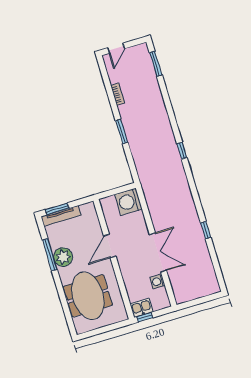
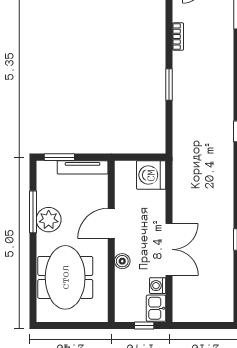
tv unit: (61, 216) -> (83, 167), moved
boiler: (126, 271) -> (122, 261), added
kitchen sink: (142, 308) -> (156, 308), moved, turned -90
window: (145, 317) -> (144, 326), moved

